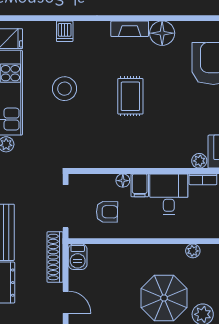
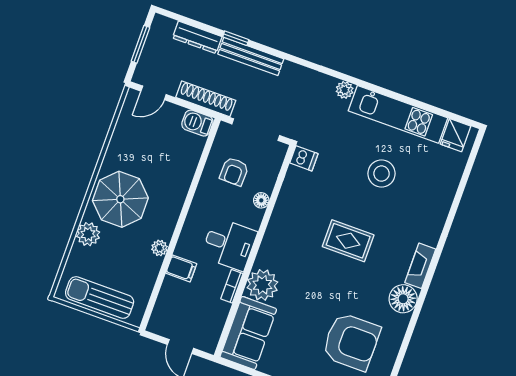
dishwasher: (65, 31) -> (304, 158), moved, turned 180
plant: (199, 161) -> (262, 285), width x1.87, depth x1.87
filing cabinet: (140, 185) -> (181, 268), moved, turned 180

